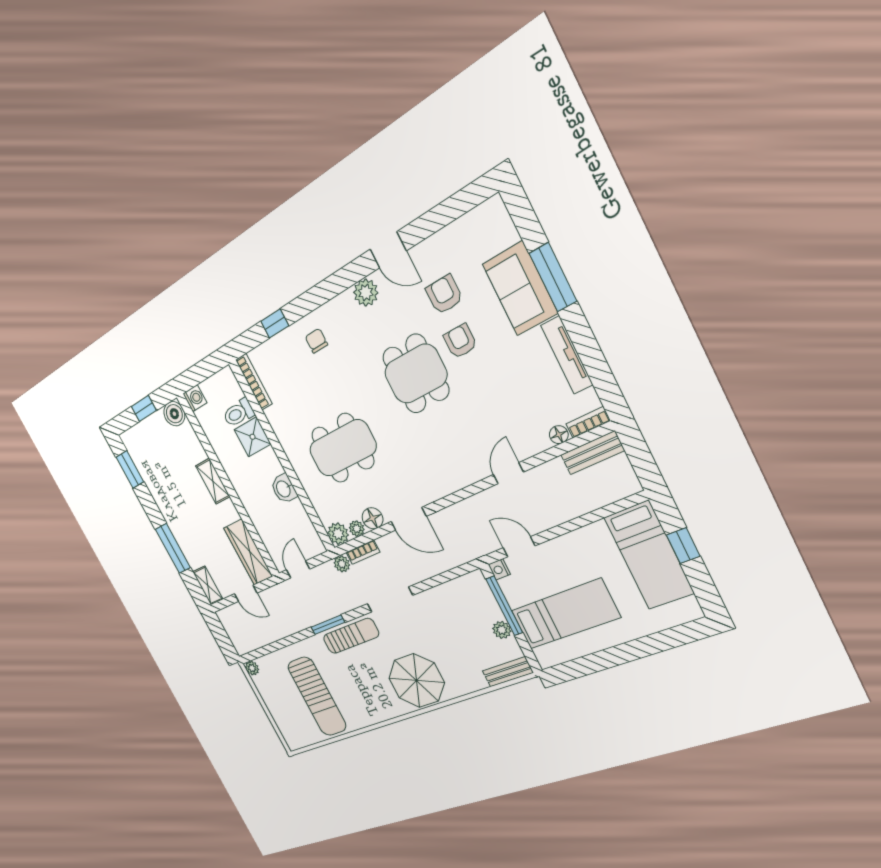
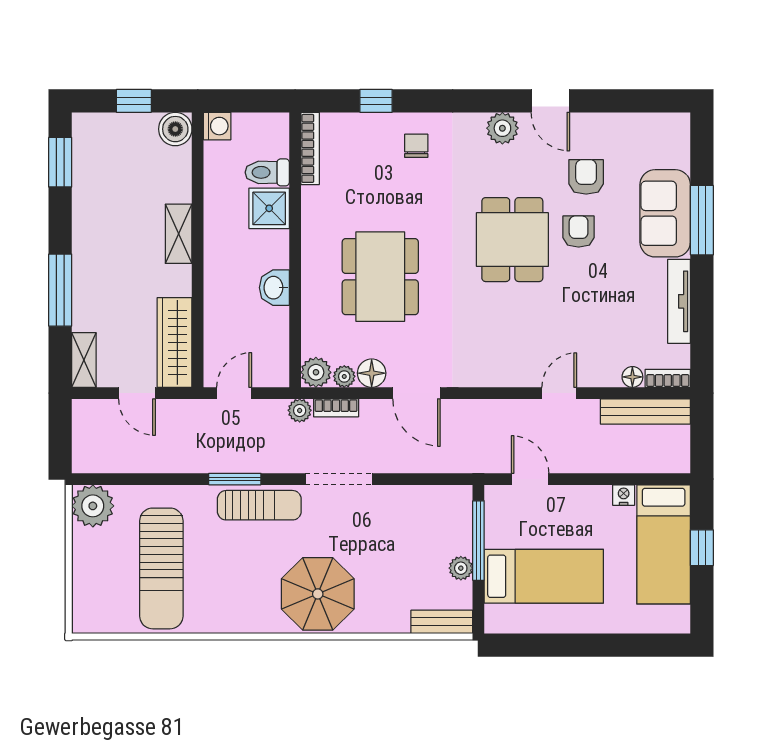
dining table: (343, 448) -> (380, 277), turned 90
bench: (592, 453) -> (645, 411), width x1.36
nightstand: (499, 569) -> (624, 495), moved, turned 90
plant: (252, 668) -> (93, 506), width x1.88, depth x1.88

